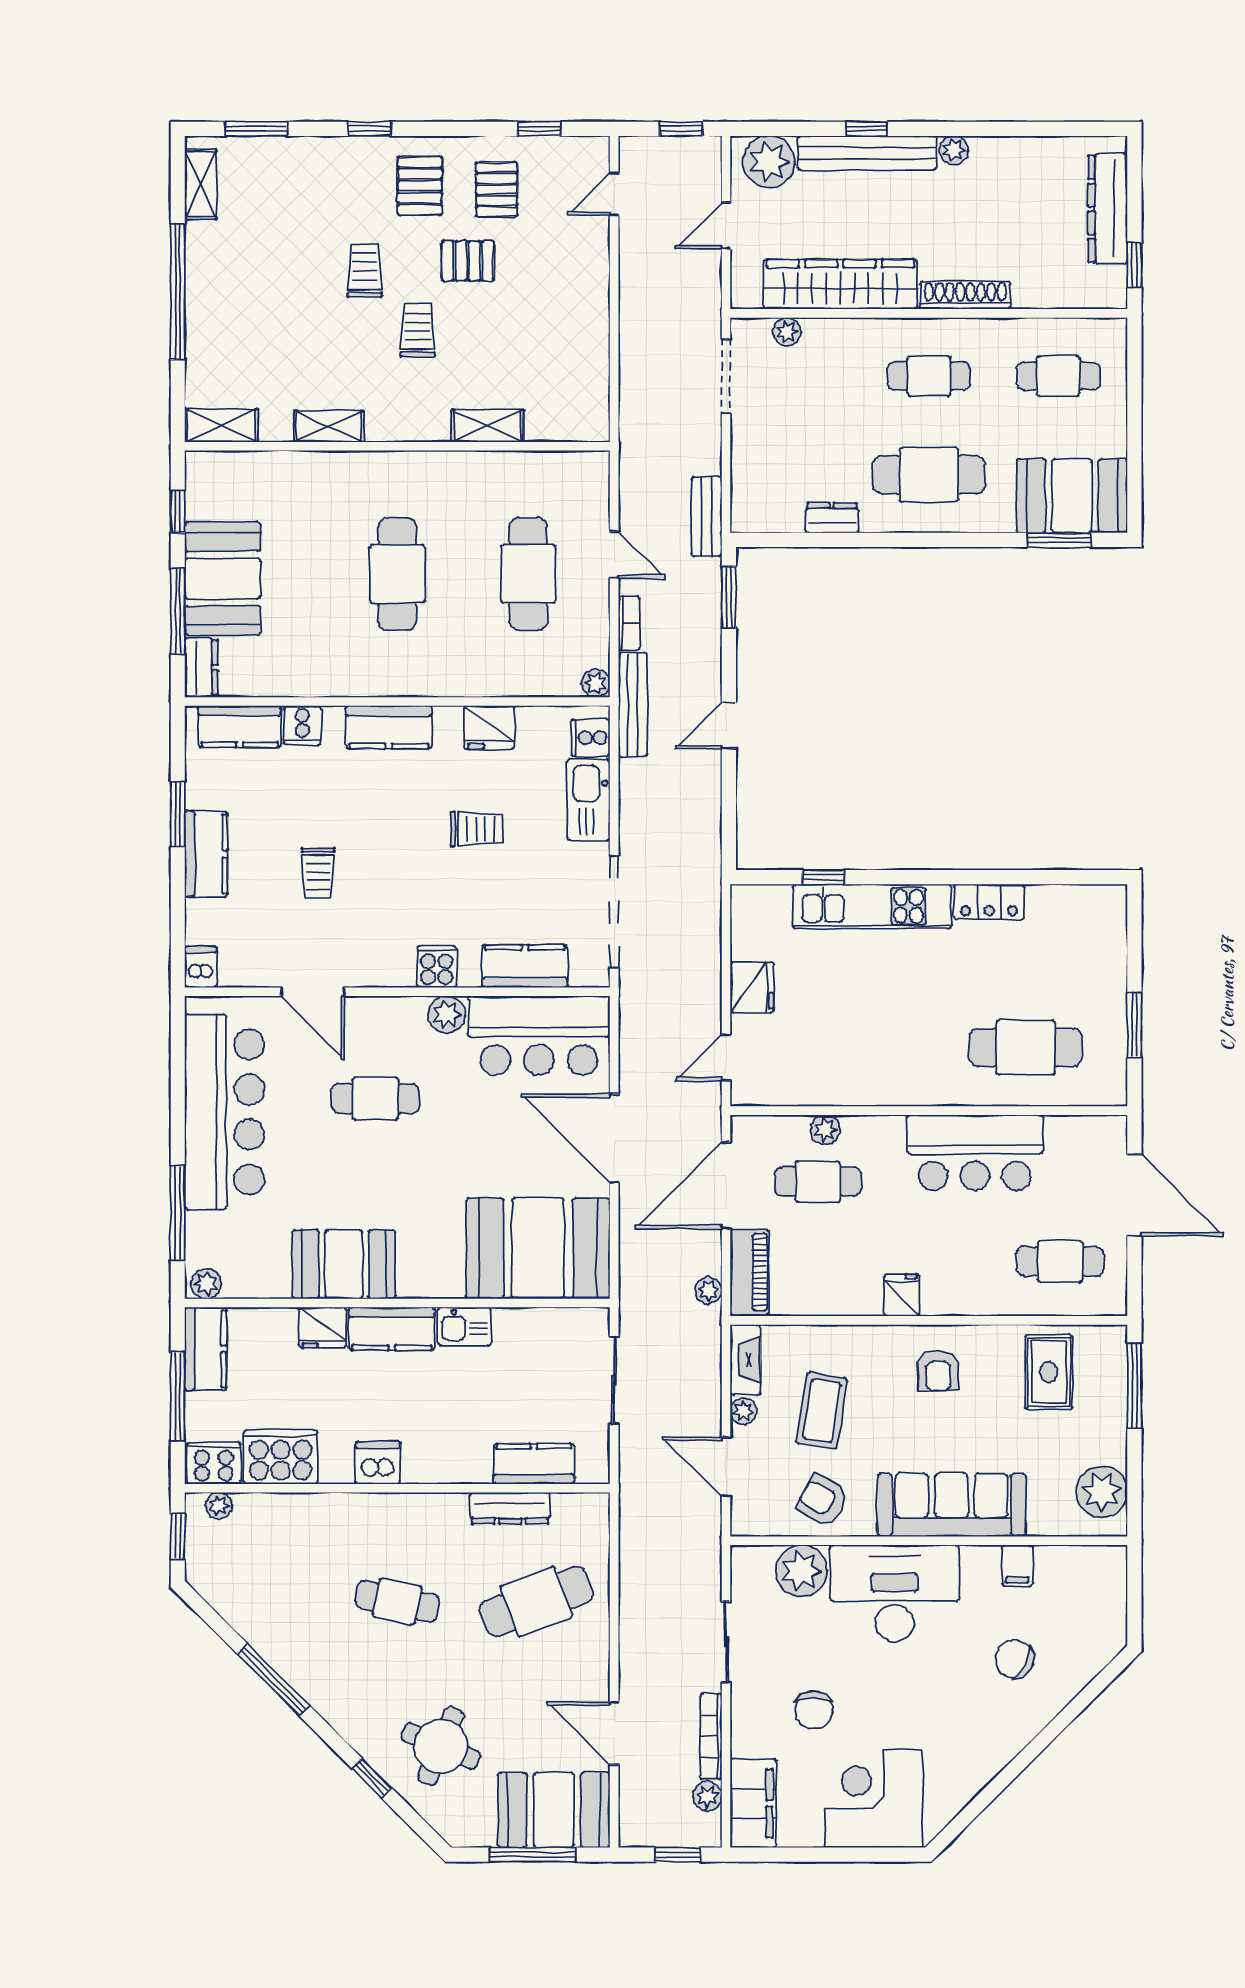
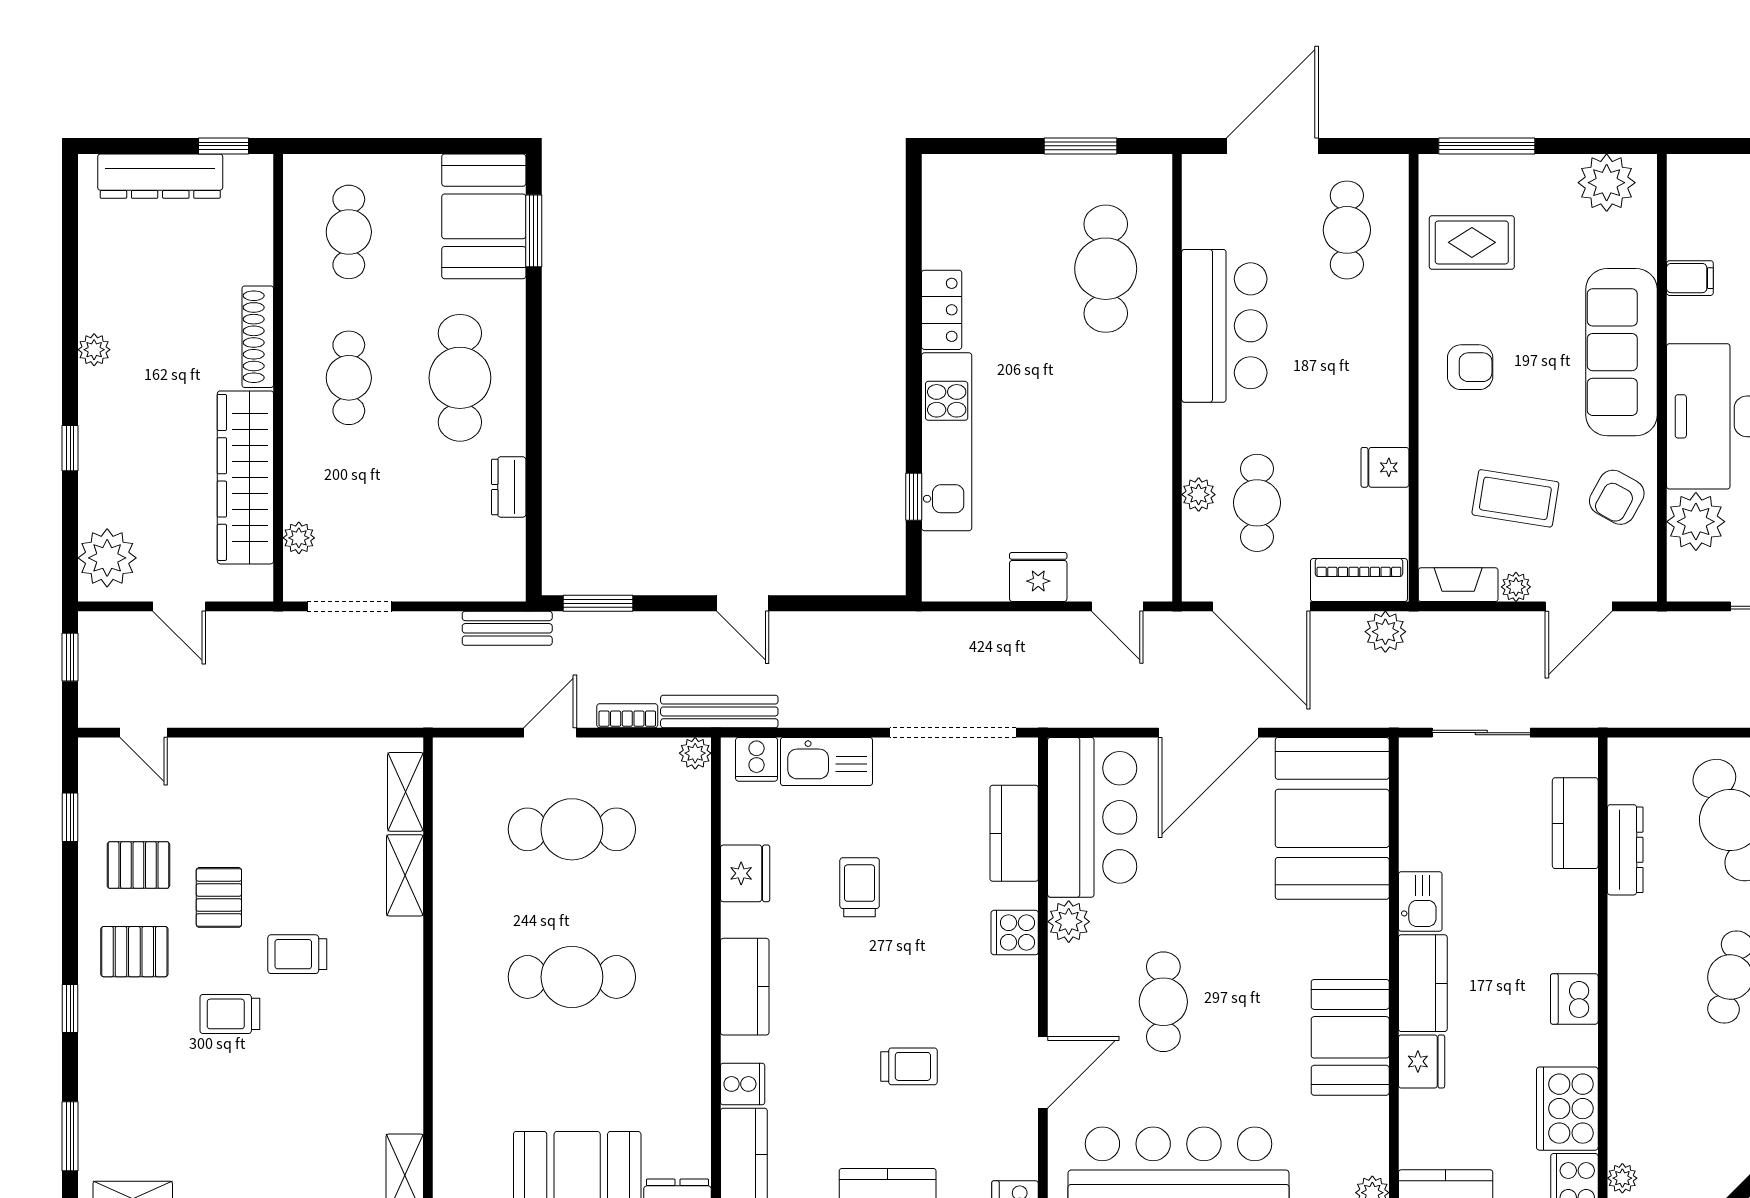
bench: (867, 153) -> (97, 447), removed
shelving: (329, 426) -> (405, 792), moved
plant: (709, 1290) -> (1385, 632), width x1.38, depth x1.38
fridge: (902, 1295) -> (1385, 467), moved

